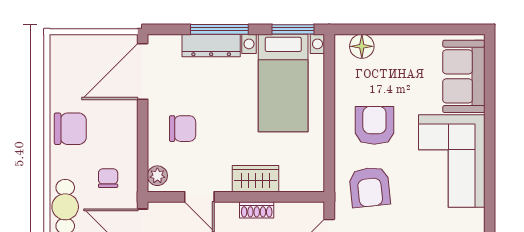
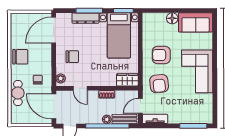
floor lamp: (362, 46) -> (172, 18), moved
sofa: (464, 76) -> (196, 22), moved, turned -90
armchair: (374, 125) -> (161, 55), turned -90
wardrobe: (255, 179) -> (127, 80), moved

